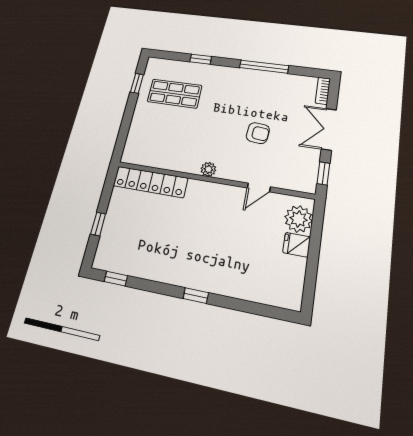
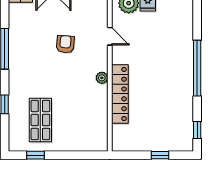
locker: (150, 182) -> (120, 94), moved
window: (196, 296) -> (197, 68), width x3.17

